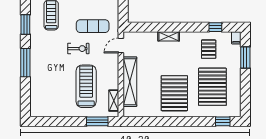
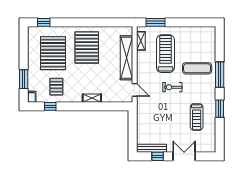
exercise mat: (93, 26) -> (197, 68), moved
door: (121, 45) -> (135, 90), hinge flipped
treadmill: (86, 86) -> (165, 54), turned 180

